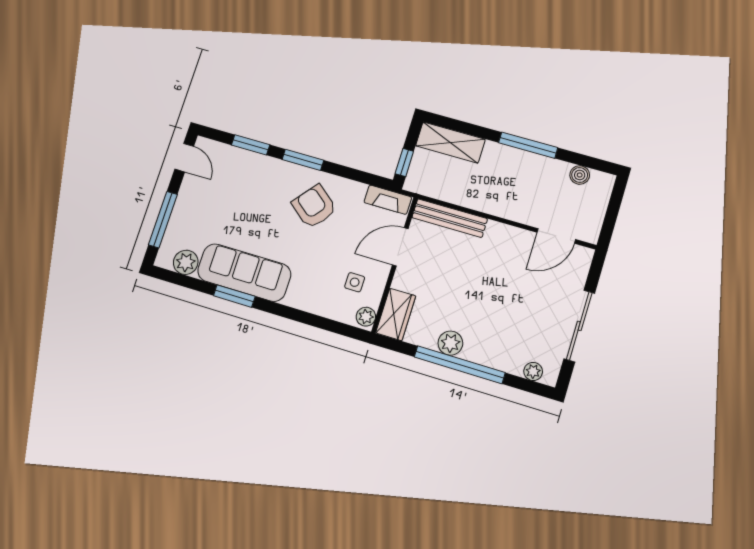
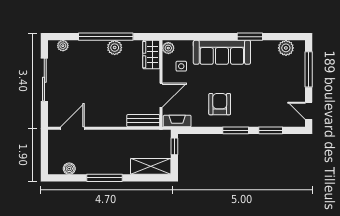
armchair: (314, 207) -> (220, 104), turned -129
bench: (450, 218) -> (143, 121), width x0.73
sofa: (244, 273) -> (222, 52), moved

